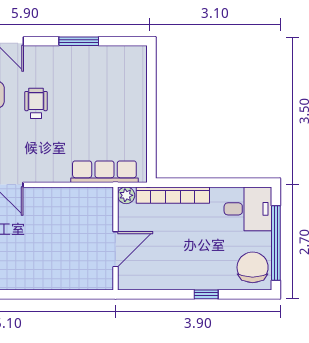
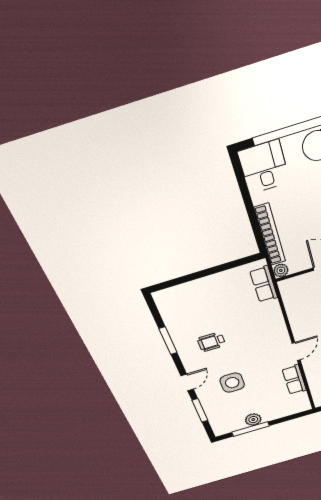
wheelchair: (36, 103) -> (211, 342), moved
row of seats: (104, 172) -> (264, 284), width x0.68

